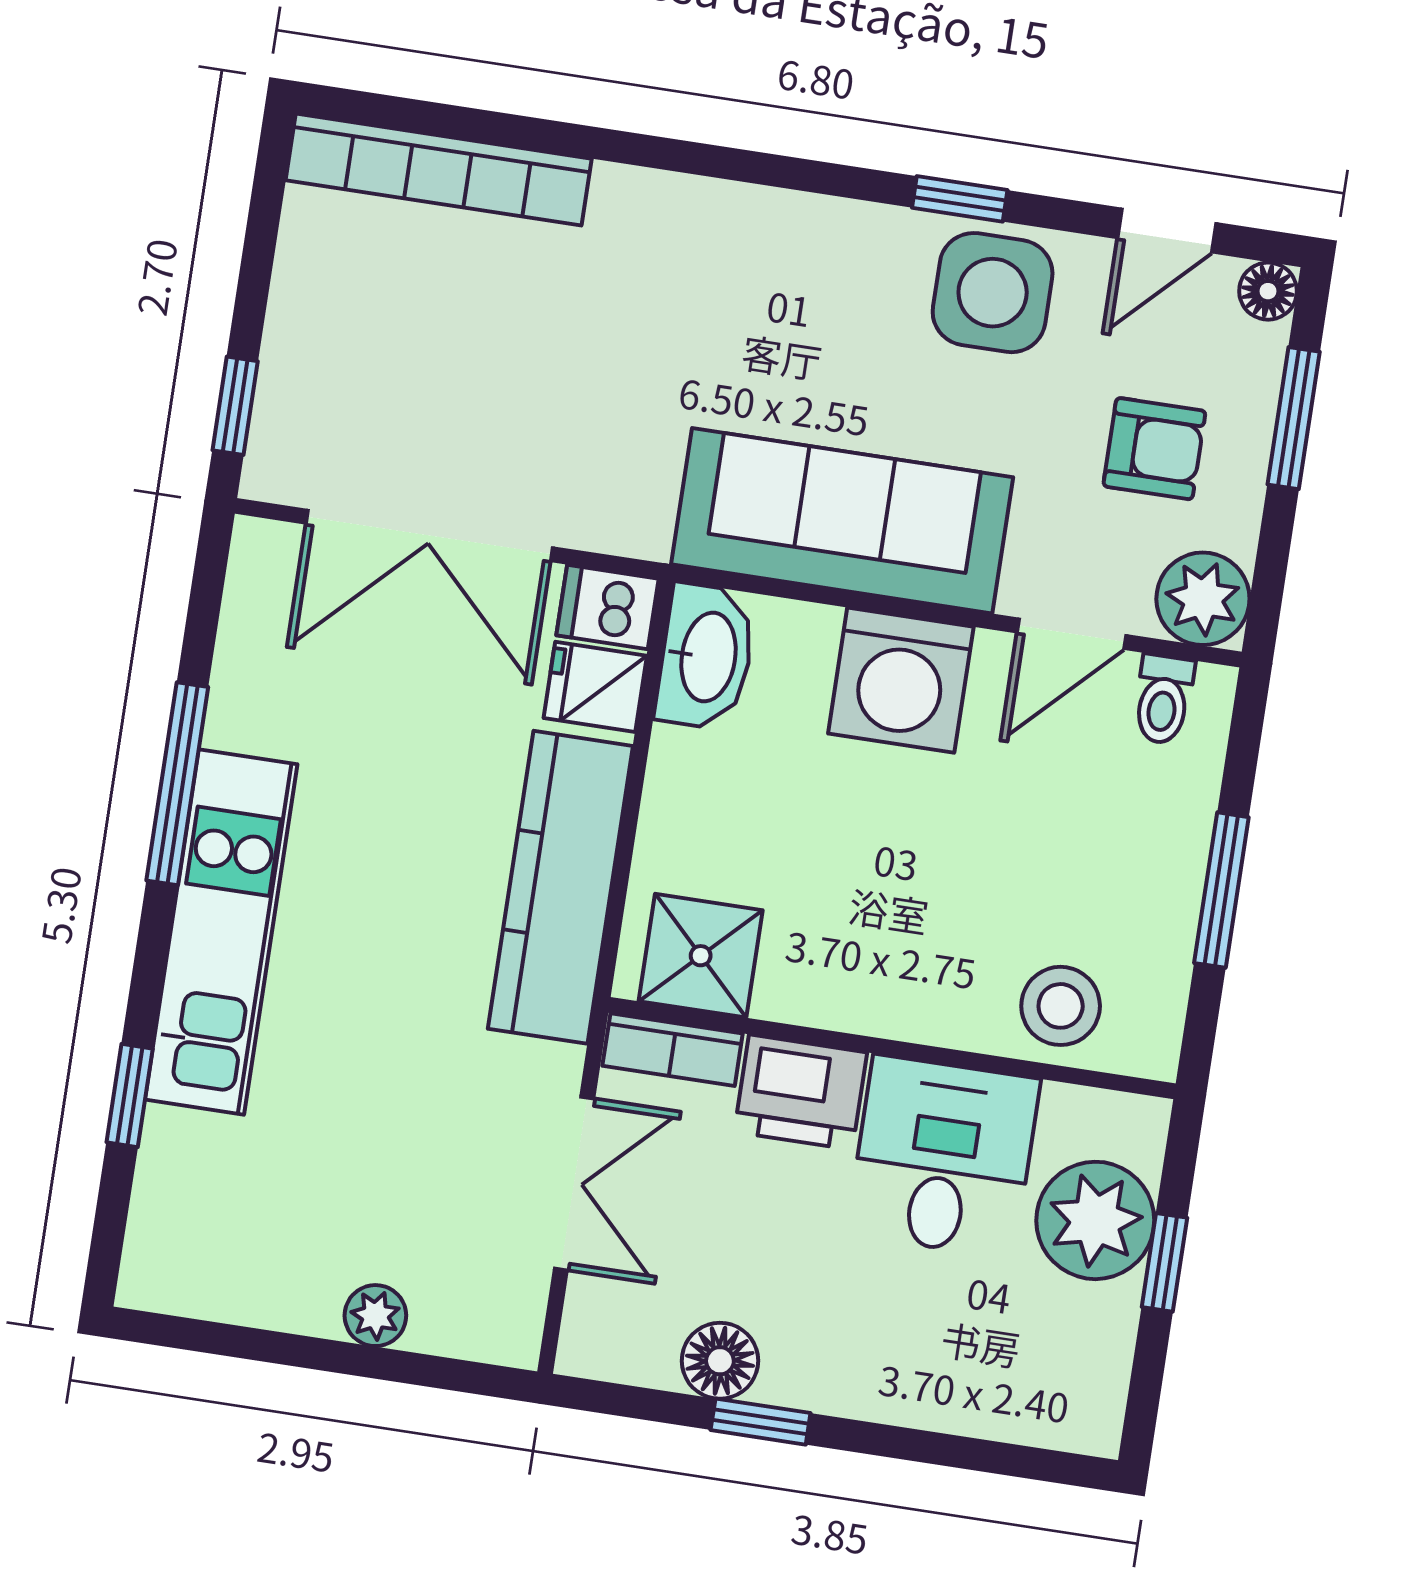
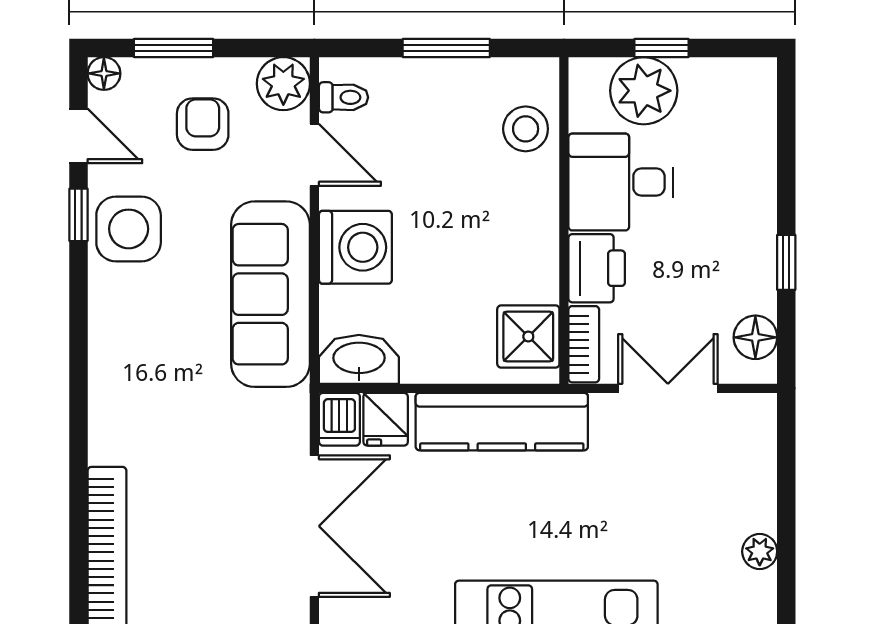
window: (960, 199) -> (78, 215), moved
plant: (375, 1316) -> (760, 551), moved
floor lamp: (720, 1361) -> (755, 337), moved

